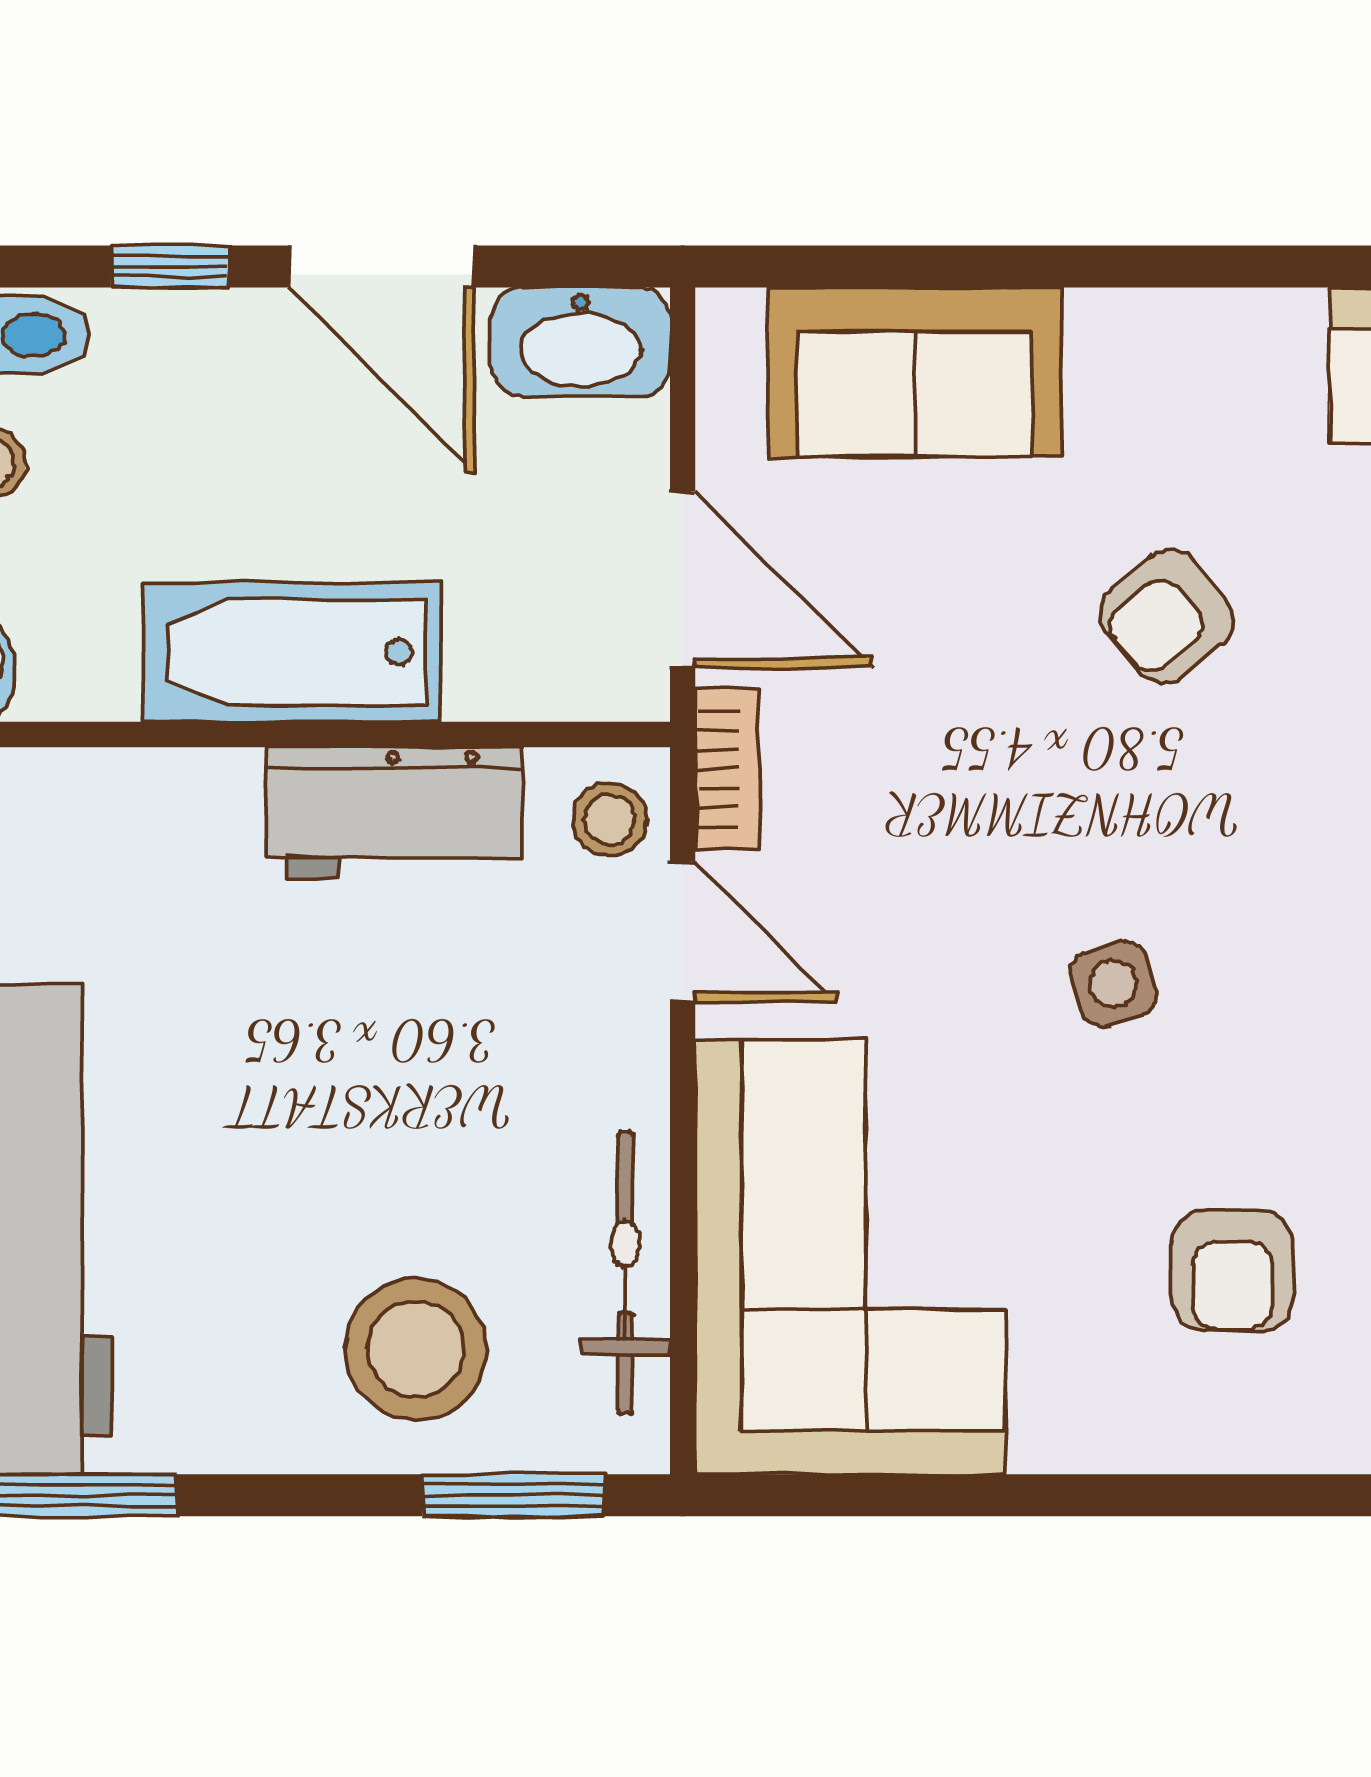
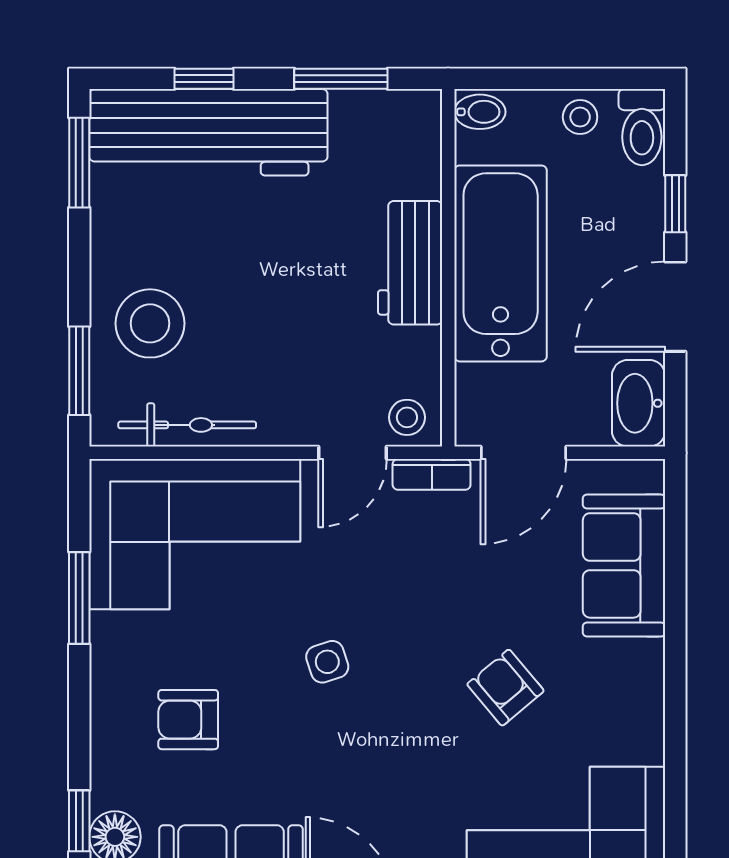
bathtub: (292, 652) -> (501, 263), width x1.36, depth x1.36
workbench: (394, 813) -> (410, 263), moved
window: (982, 1495) -> (79, 598), added

